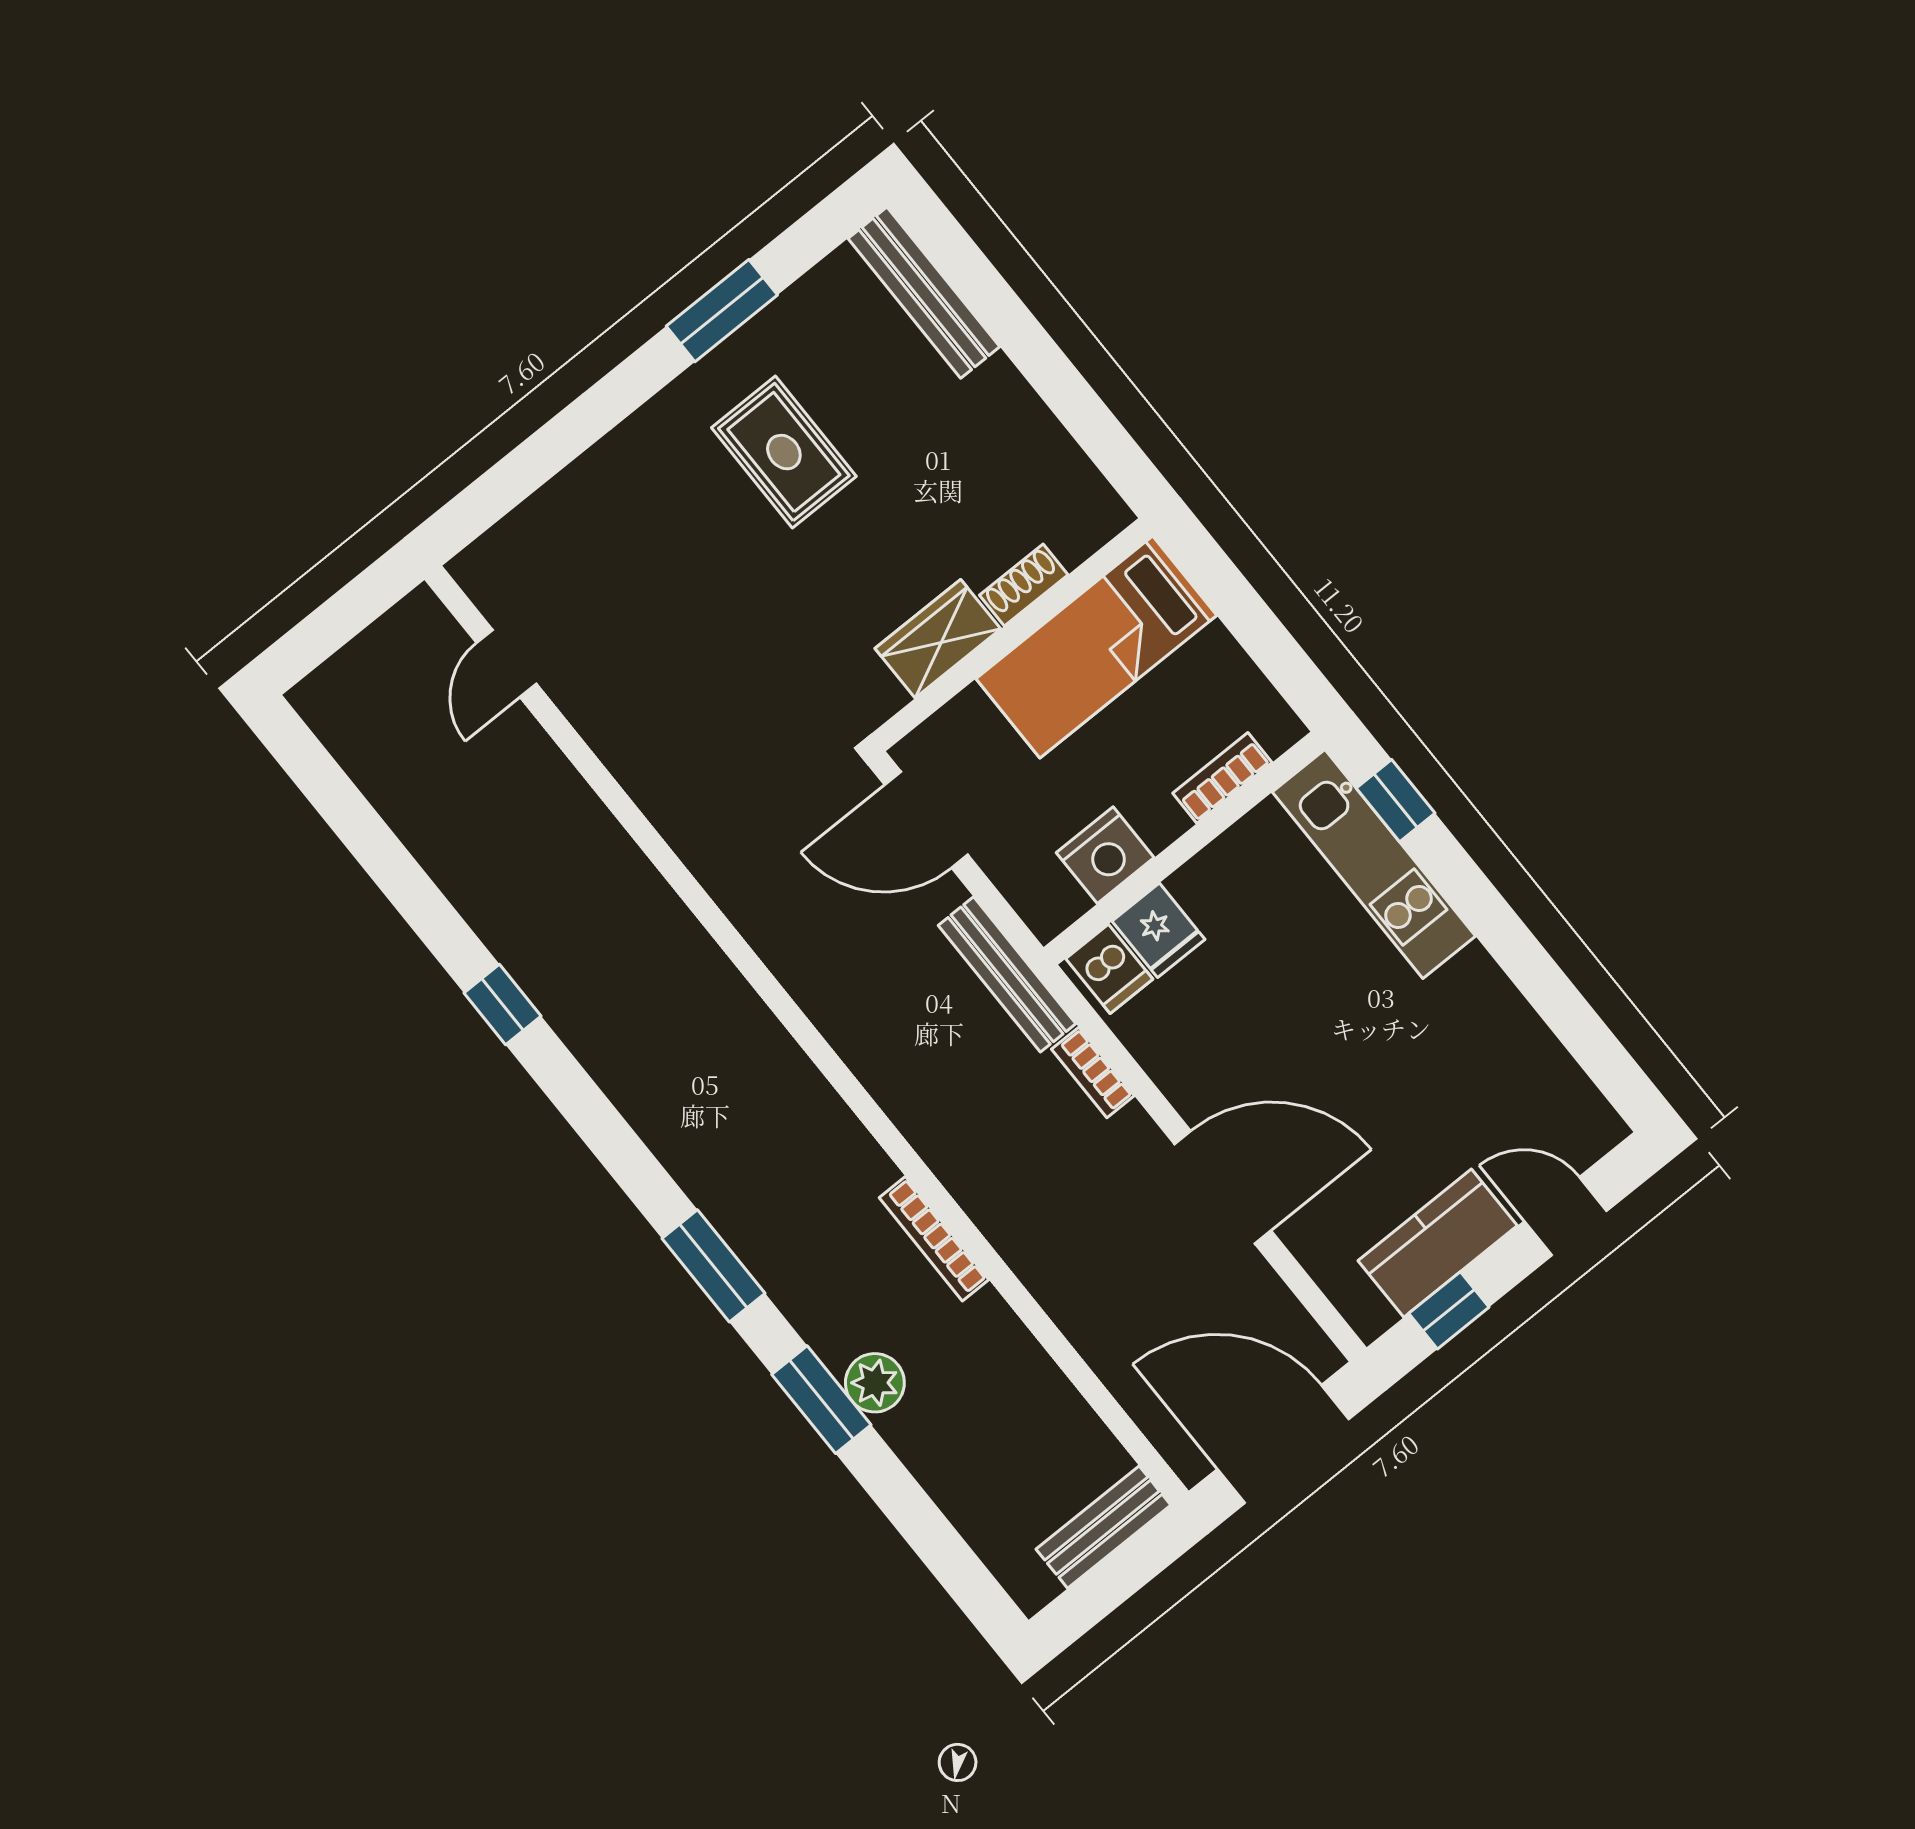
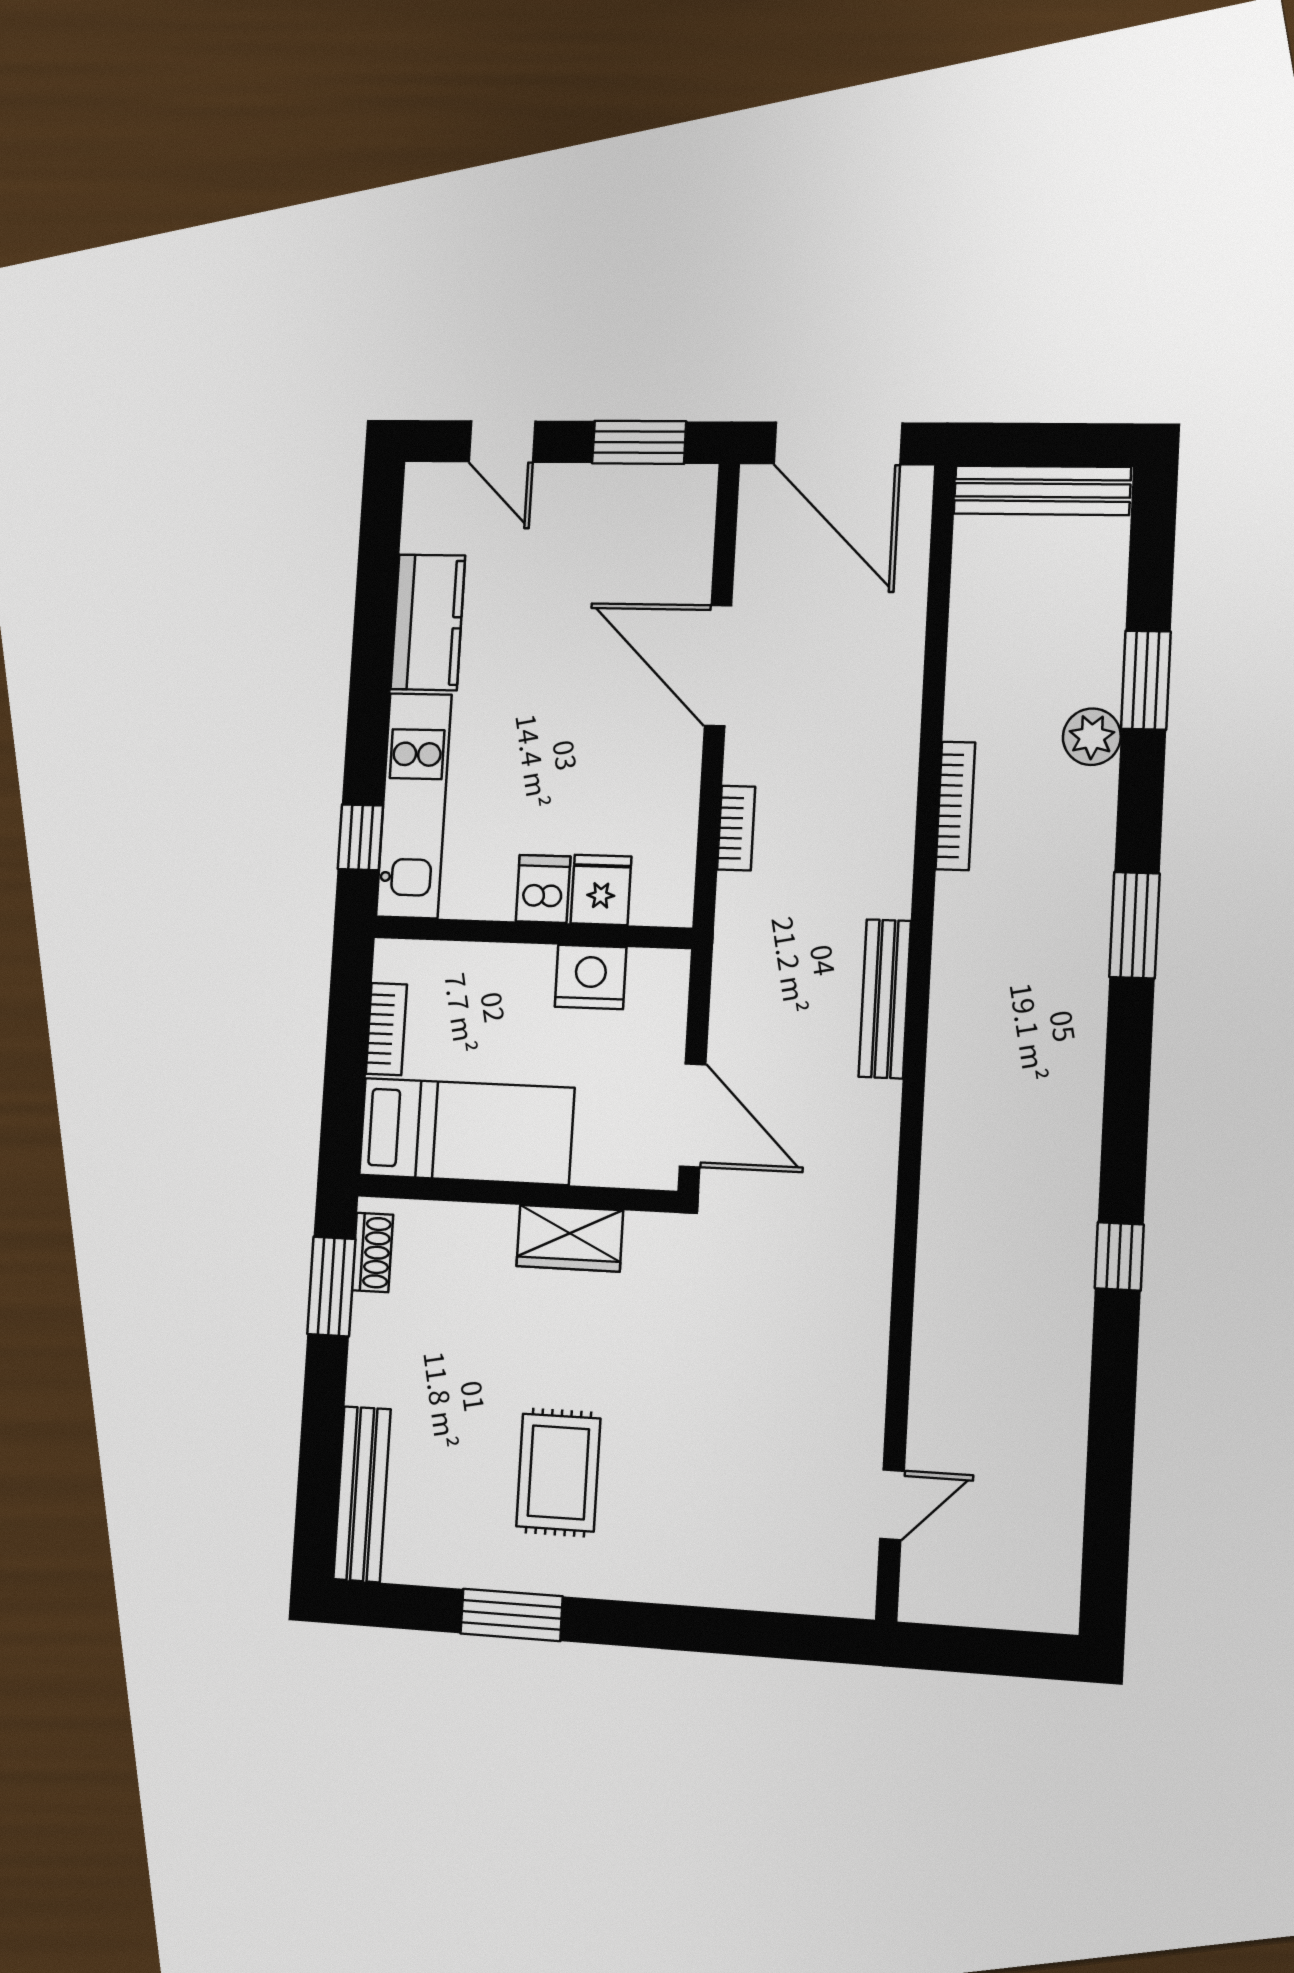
window: (1096, 429) -> (331, 1286), added
shoe rack: (1024, 585) -> (373, 1252), moved, turned -90
bookcase: (1222, 778) -> (386, 1029), moved, turned -90
dishwasher: (1109, 969) -> (543, 889), moved
bench: (1007, 974) -> (885, 999), moved
kitchen counter: (1438, 1243) -> (428, 622), moved, turned -90
window: (1449, 1310) -> (639, 442), width x1.50
window: (821, 1400) -> (1146, 680), moved
bench: (1103, 1527) -> (1042, 490), width x1.36

